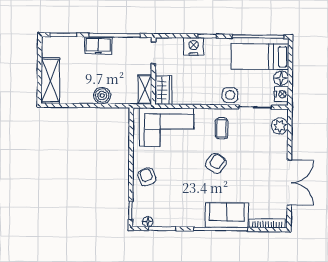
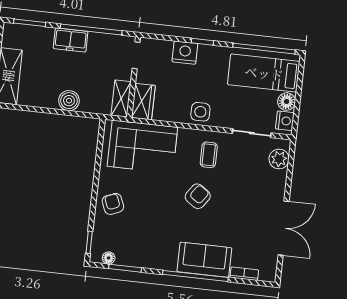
side table: (230, 95) -> (200, 112), moved
bookcase: (267, 223) -> (244, 274), width x0.64

